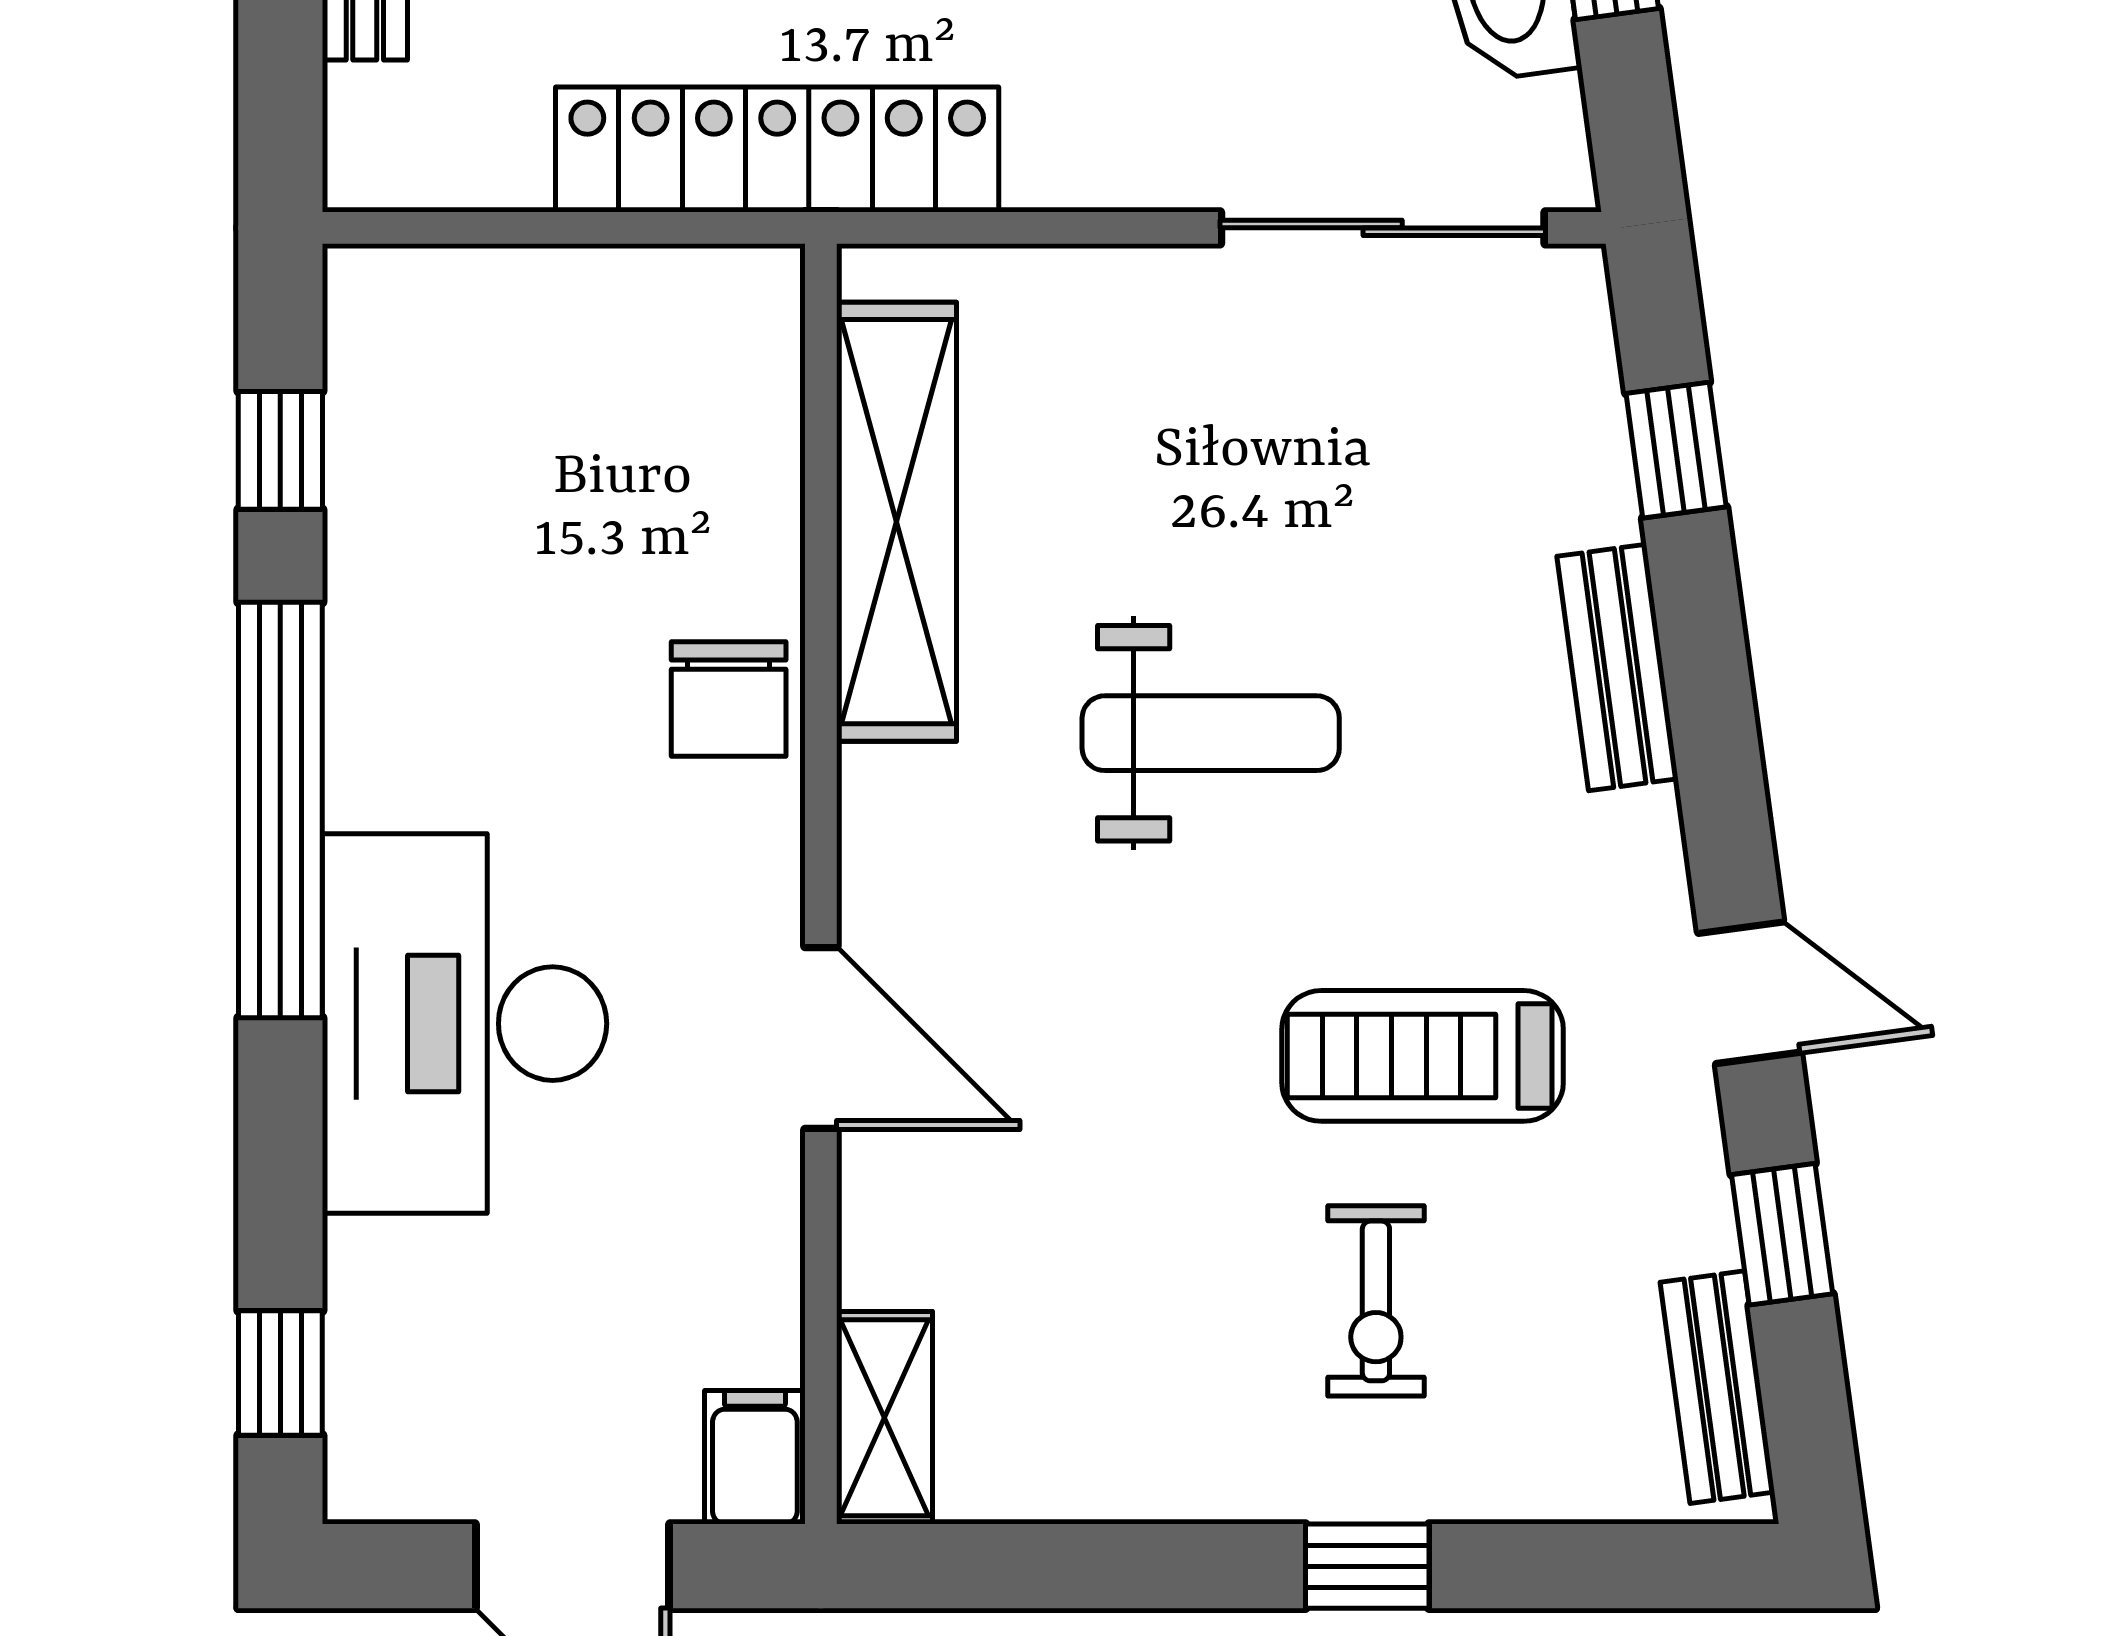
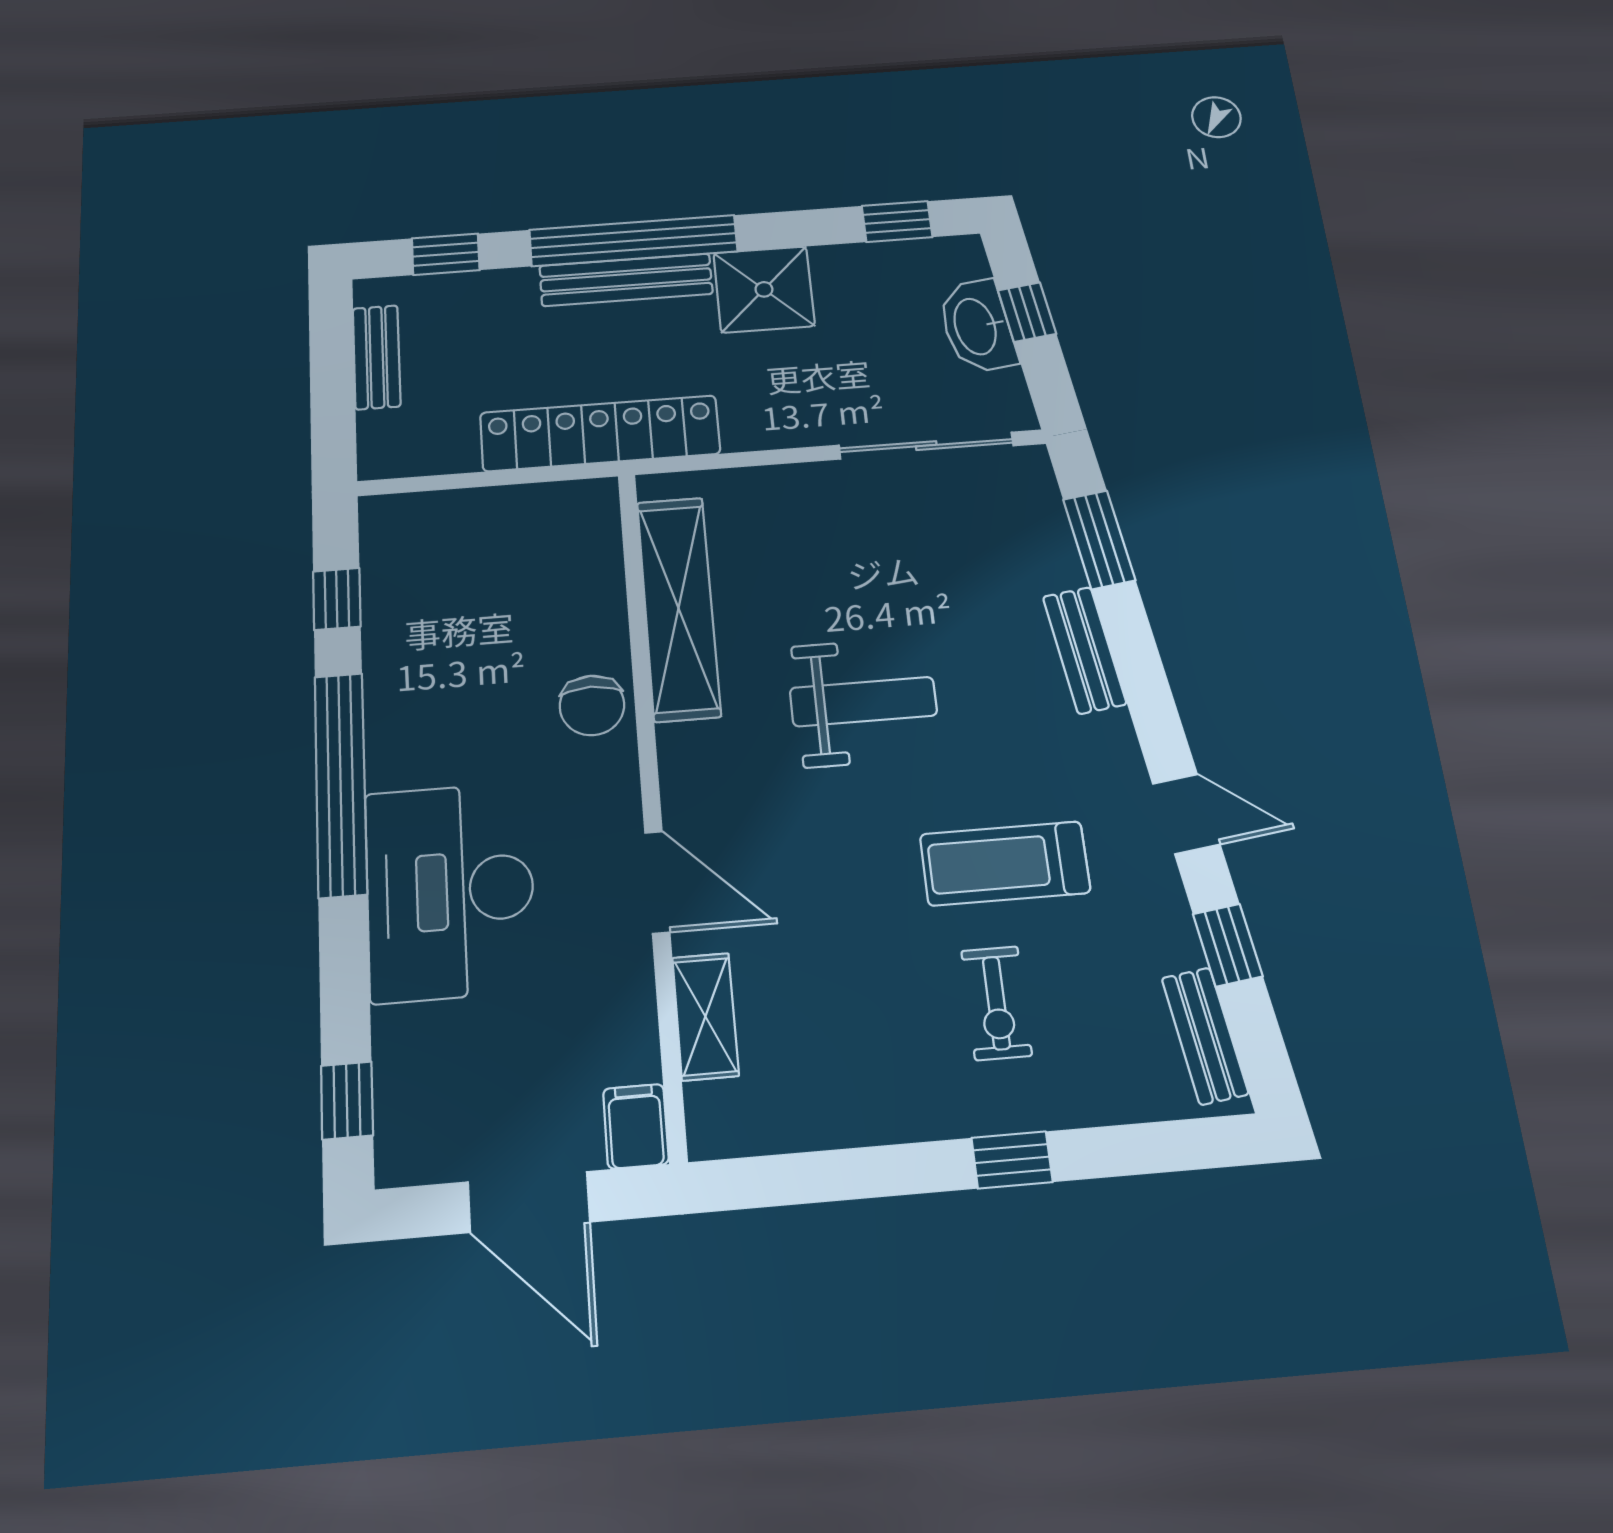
window: (1676, 450) -> (1099, 540), width x1.50
shelving: (884, 1418) -> (705, 1016), moved

